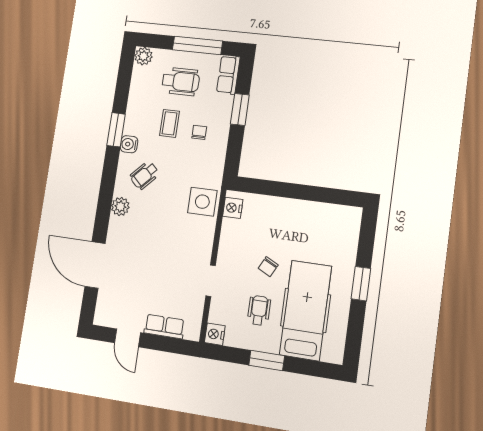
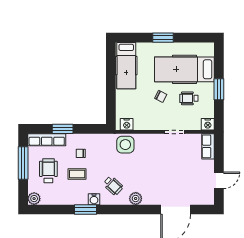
row of seats: (228, 75) -> (47, 140), width x1.48
hospital bed: (324, 219) -> (126, 66), added
row of seats: (164, 326) -> (208, 146), moved

